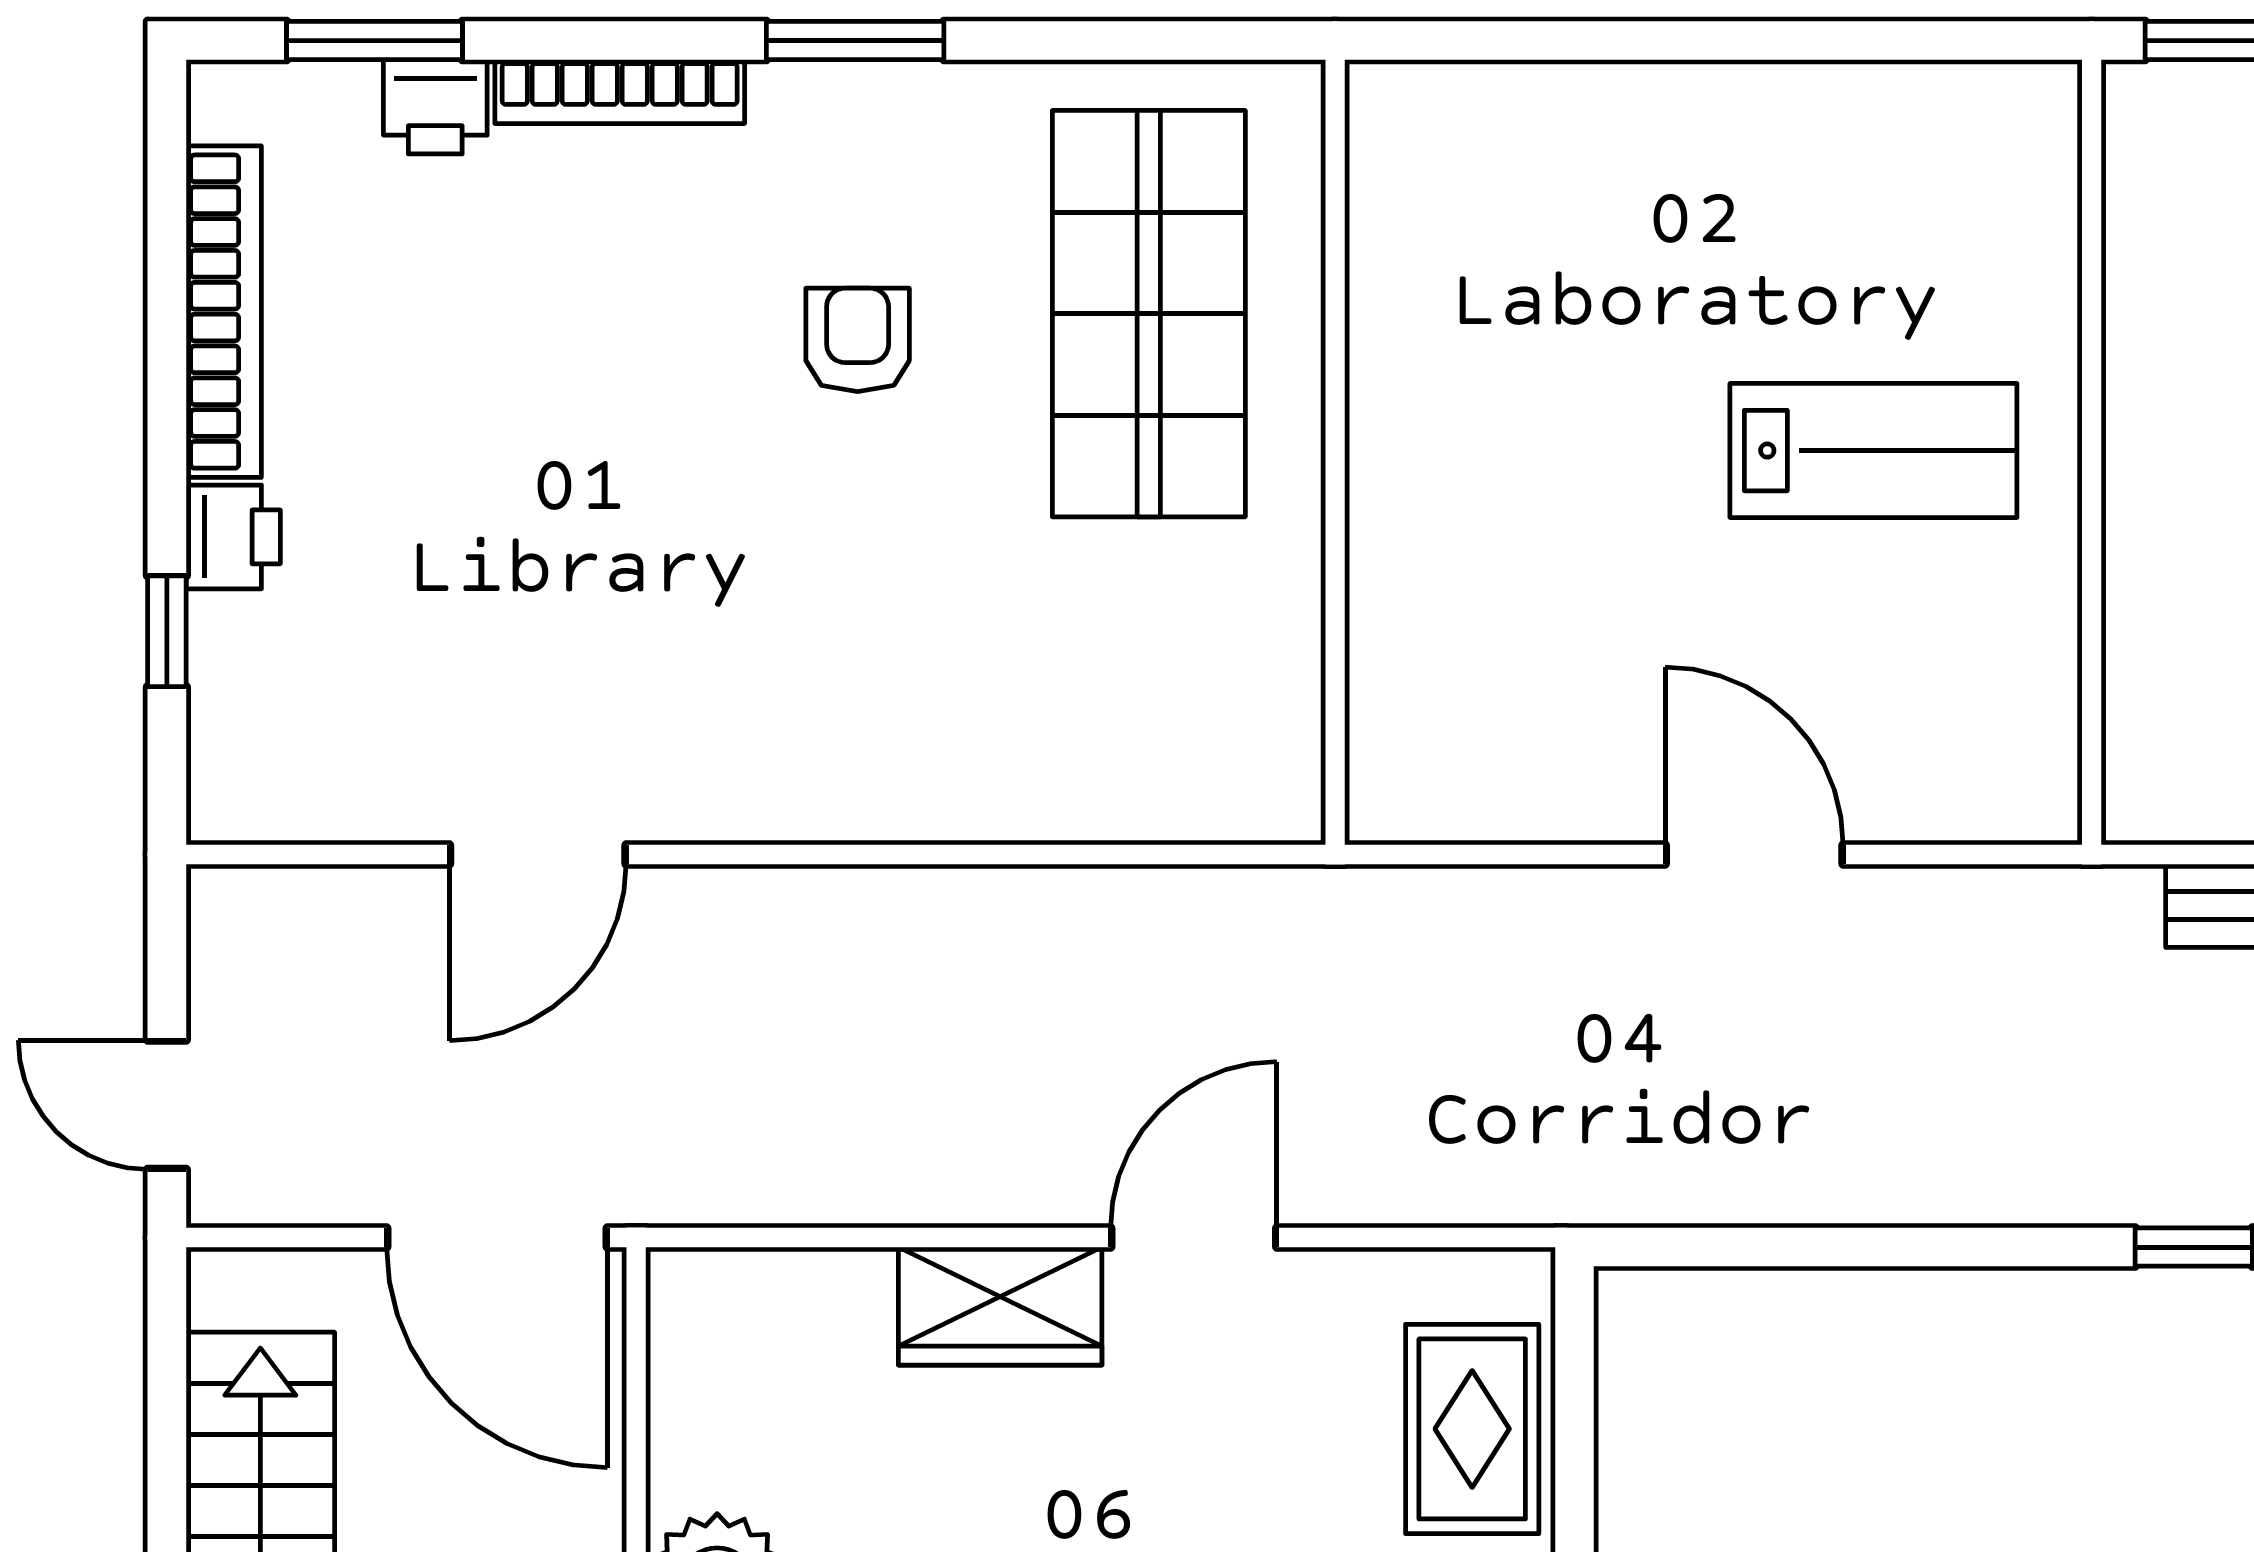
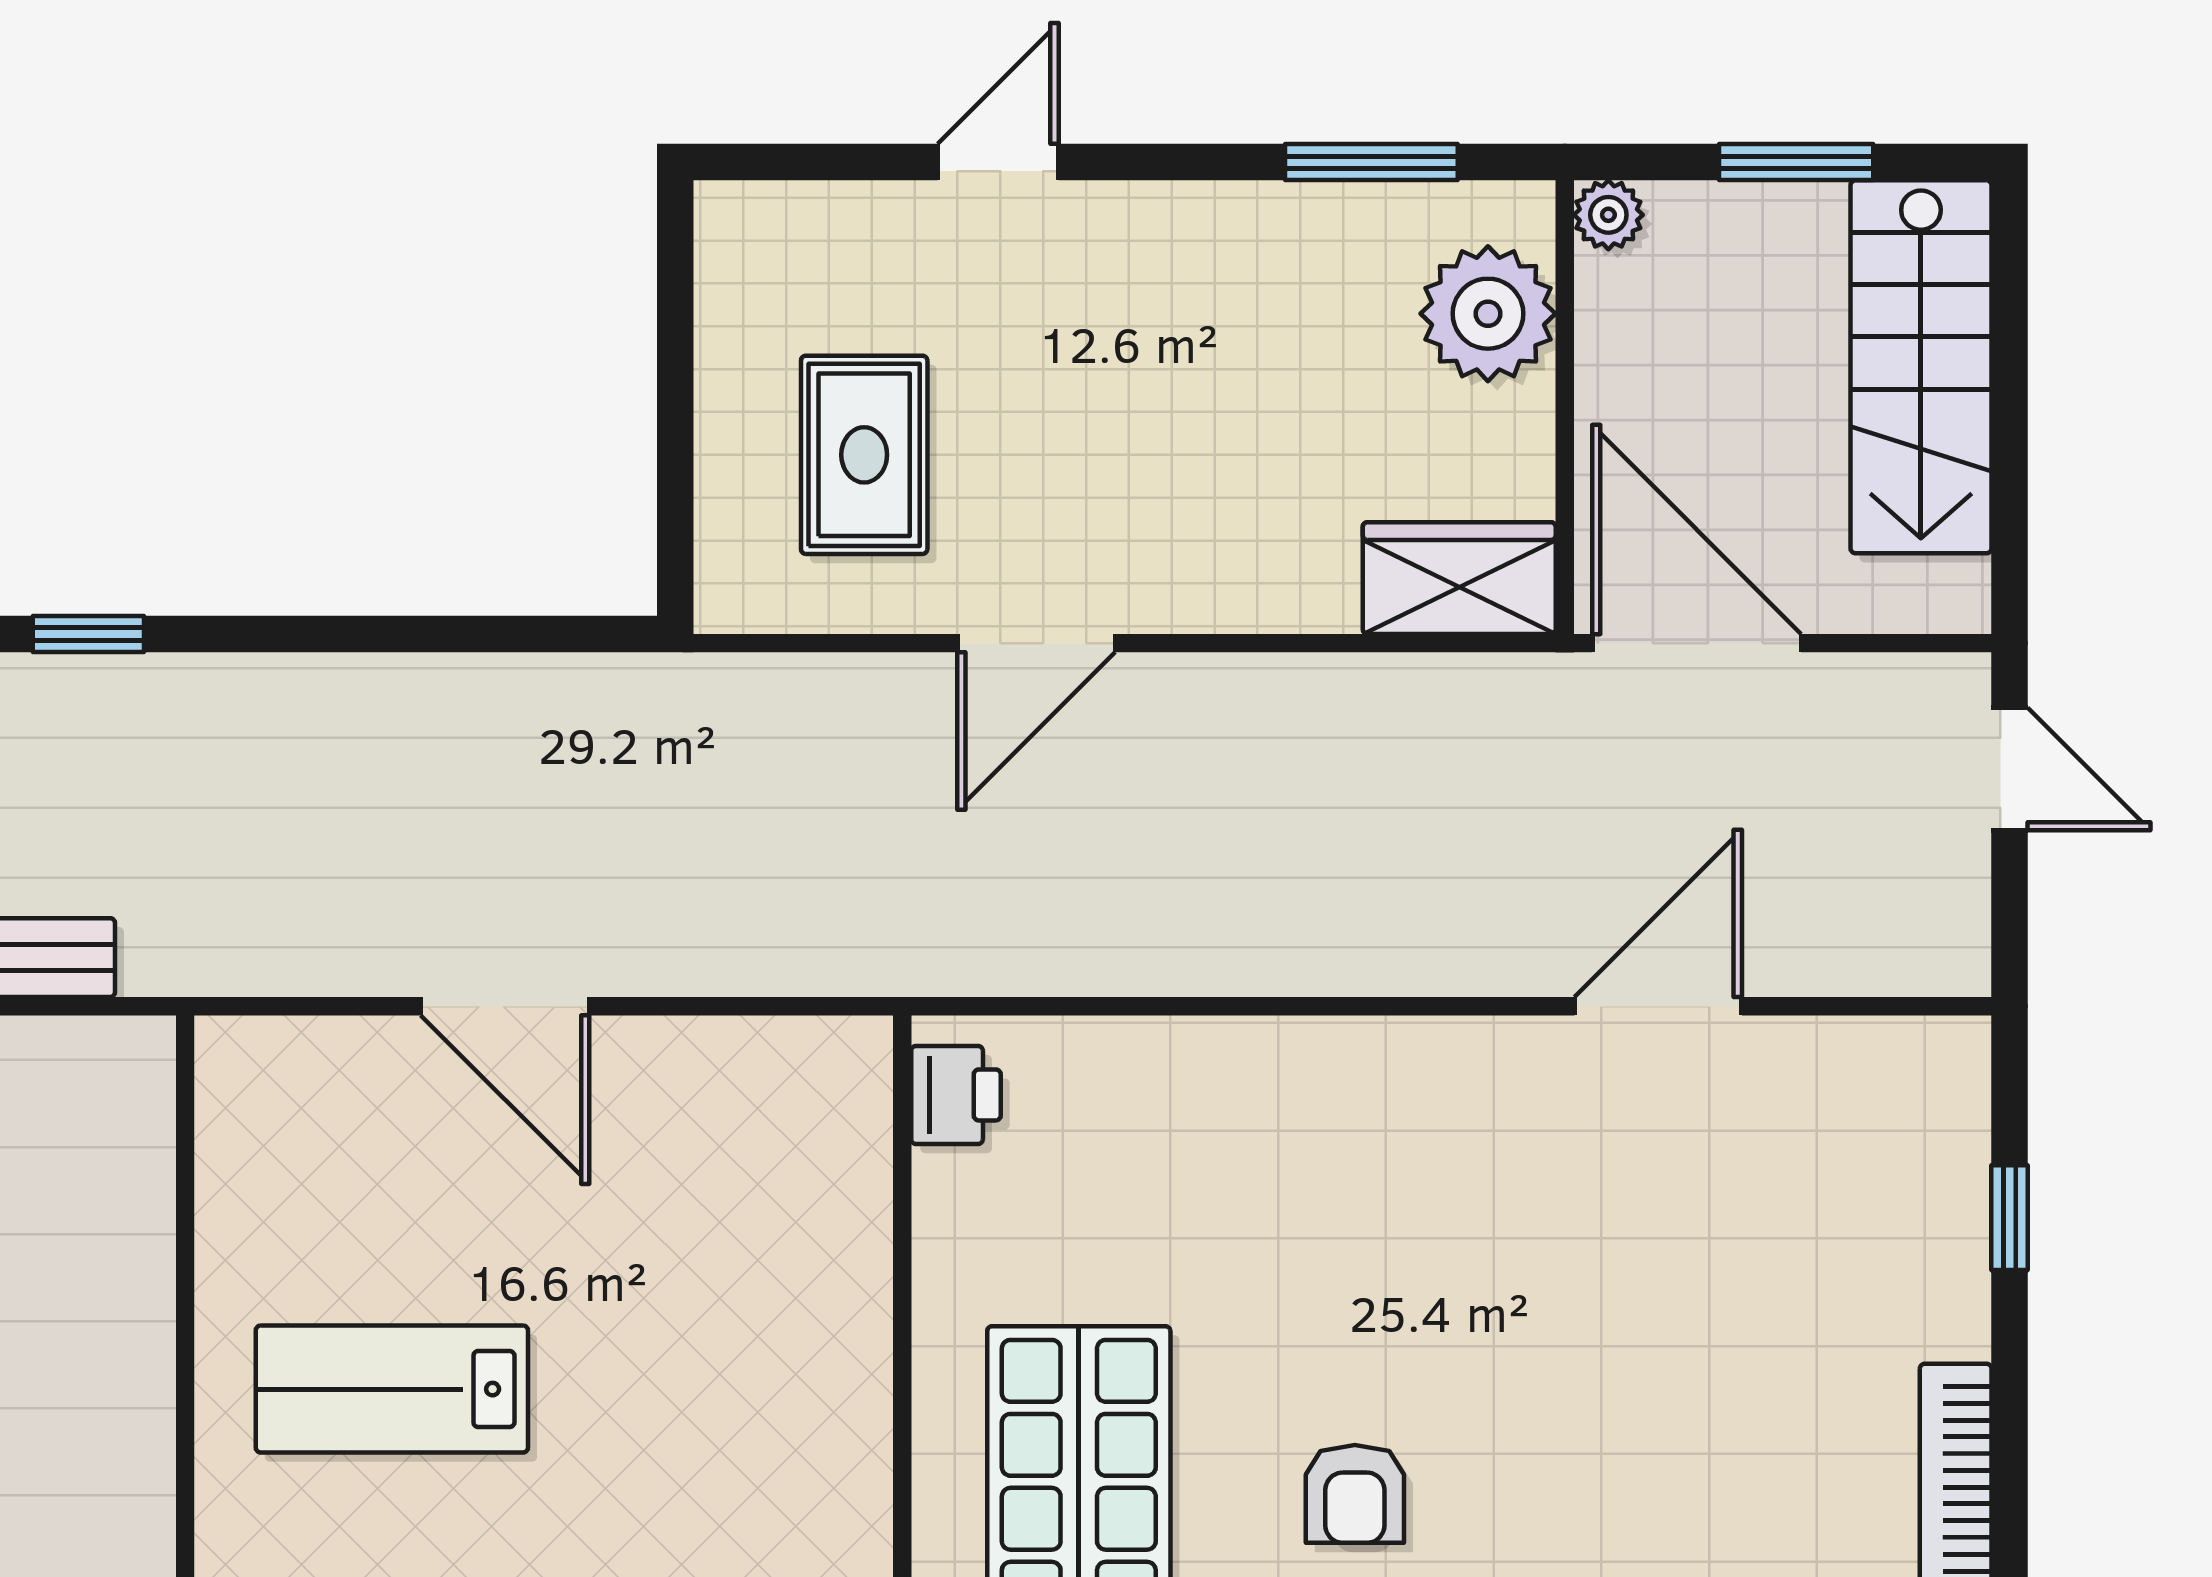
printer: (233, 537) -> (956, 1095), moved, turned 180
wardrobe: (1000, 1306) -> (1459, 578), moved
rug: (1472, 1429) -> (864, 455), moved

